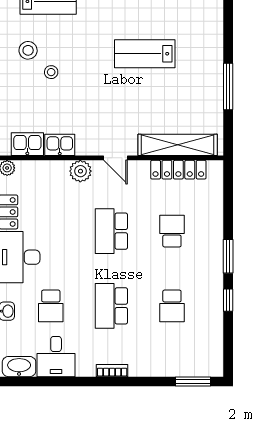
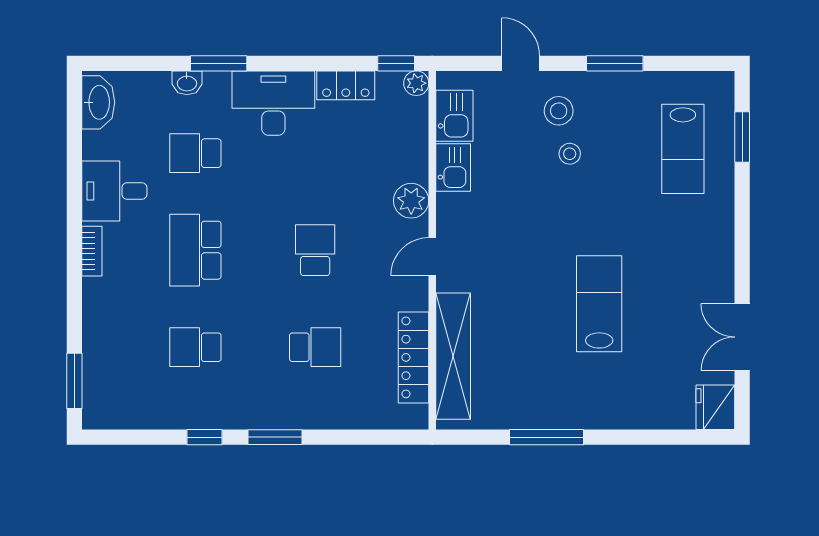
stool: (28, 50) -> (559, 111), moved
school desk: (111, 231) -> (315, 250), width x0.54
school desk: (111, 306) -> (195, 250), turned -90
desk: (56, 357) -> (114, 191), moved

